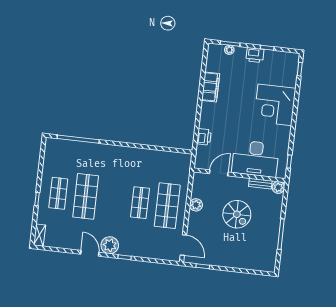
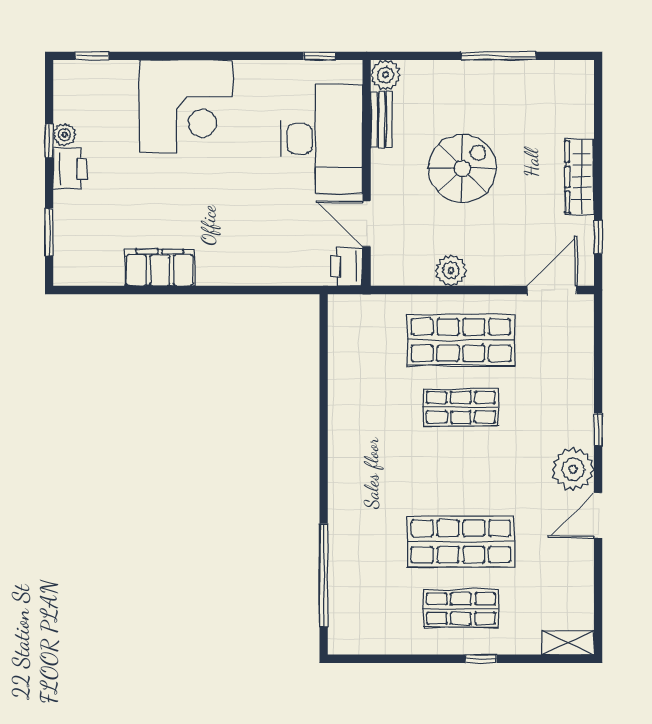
plant: (229, 50) -> (64, 135), moved
printer: (204, 137) -> (347, 267), moved, turned -90
wardrobe: (228, 261) -> (580, 177), added

